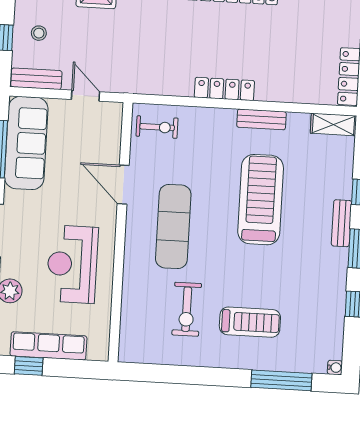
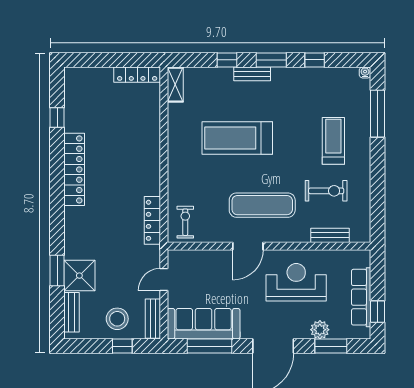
stool: (39, 33) -> (117, 319), width x1.89, depth x1.89
locker: (224, 89) -> (152, 220), moved
bench: (261, 119) -> (330, 235), moved, turned 90
door: (123, 185) -> (248, 246), moved
reception desk: (72, 264) -> (296, 282), turned 180

